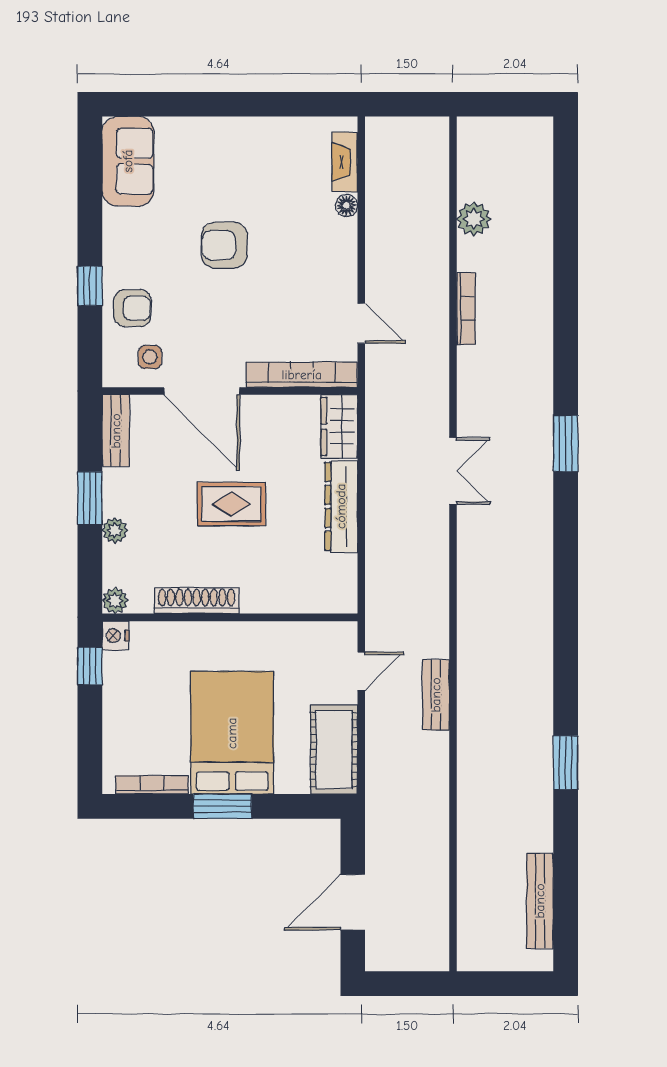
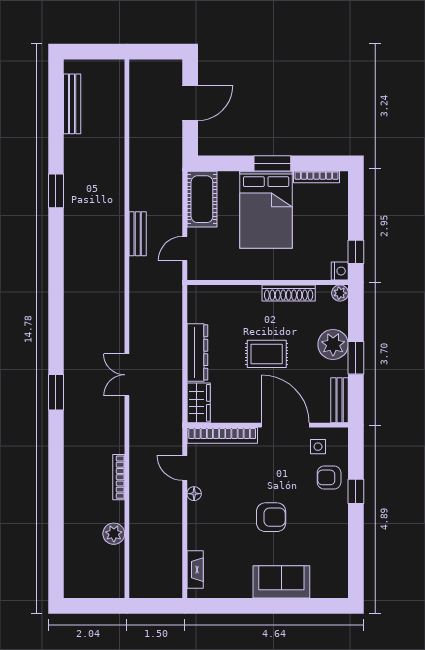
sofa: (128, 161) -> (281, 582), moved, turned 90
floor lamp: (346, 205) -> (194, 494), moved
plant: (115, 530) -> (333, 344), width x1.87, depth x1.87

